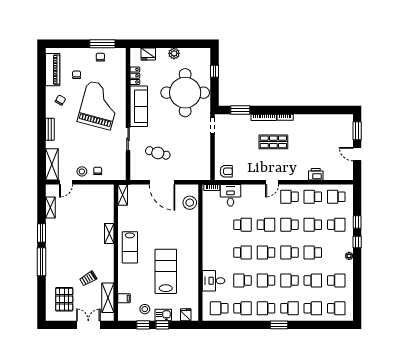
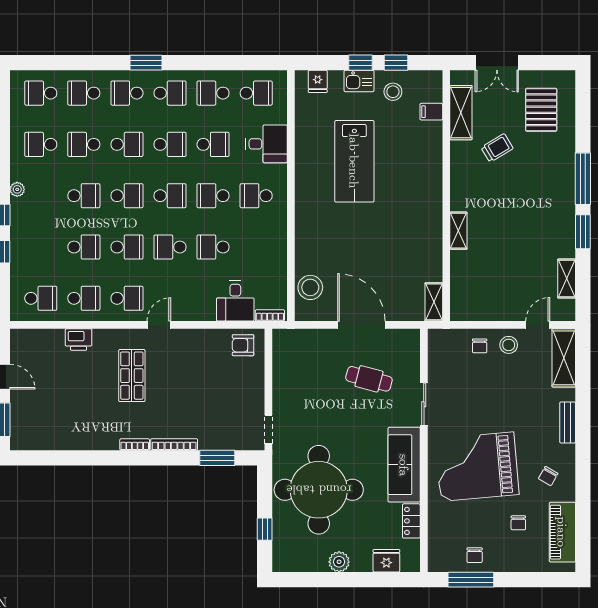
grand piano: (99, 105) -> (477, 467), turned 70
shop shelf: (273, 142) -> (132, 376), moved, turned 90
school desk: (336, 225) -> (256, 196), moved
lab bench: (130, 247) -> (420, 205), removed

